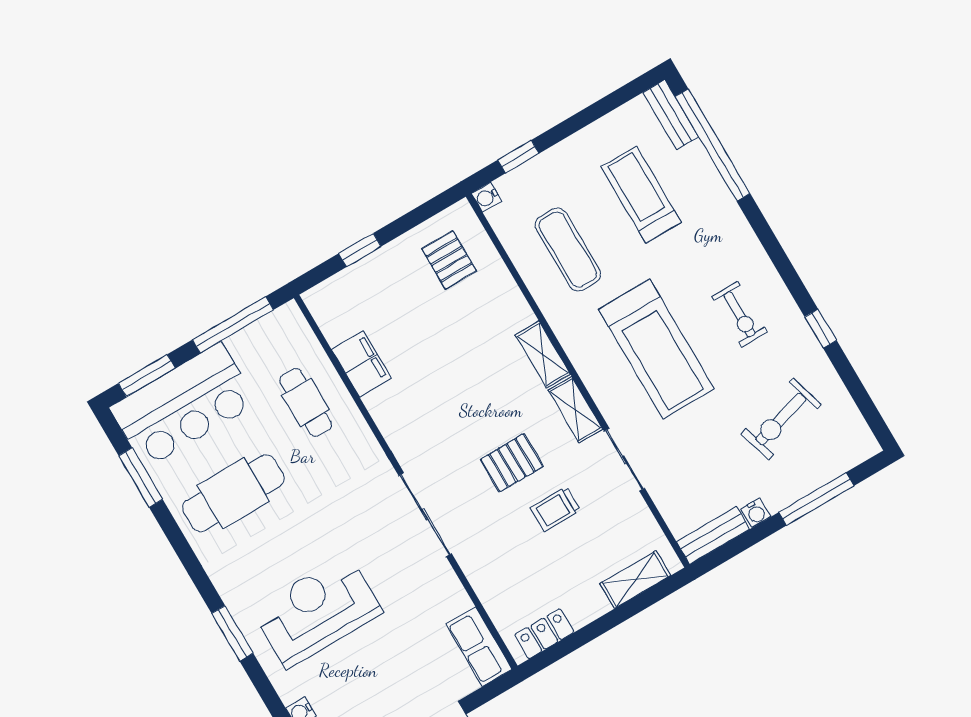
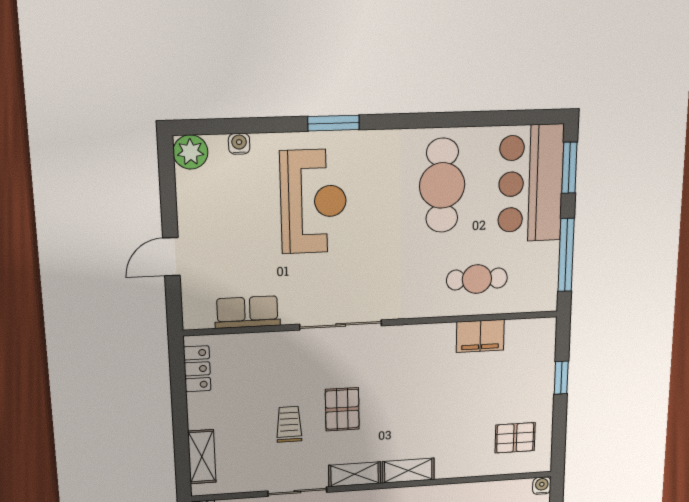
window: (141, 478) -> (497, 118), removed
row of seats: (479, 647) -> (247, 312), moved

